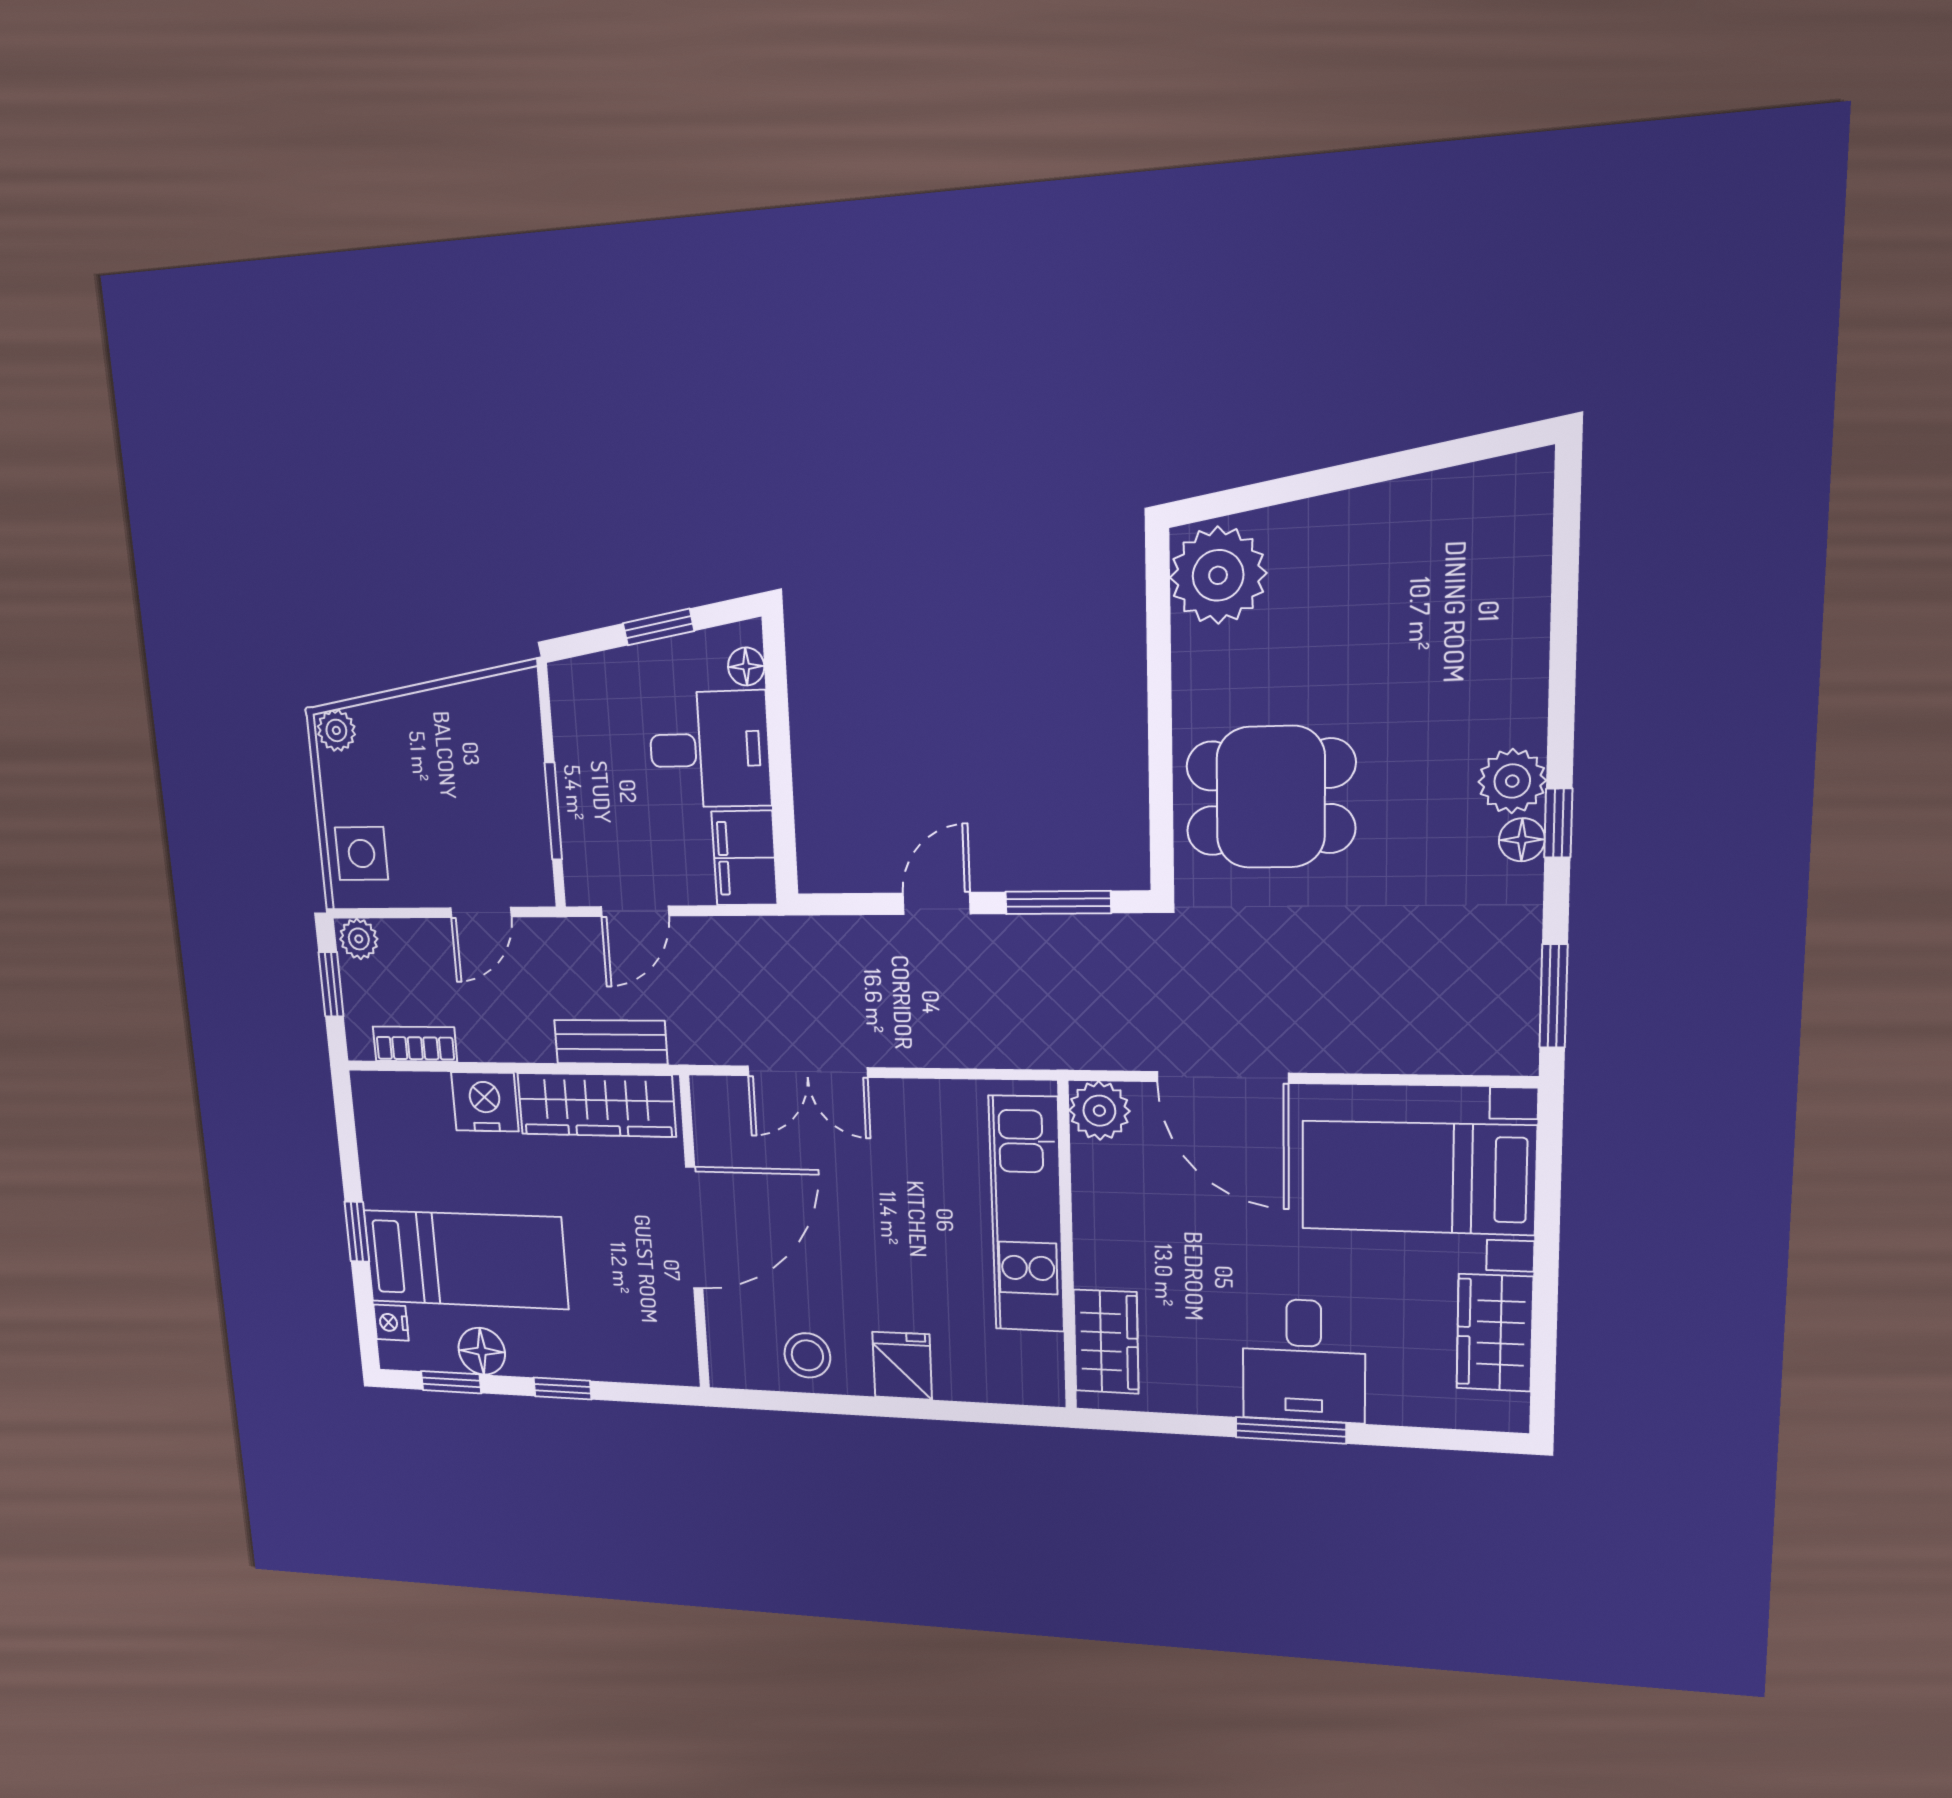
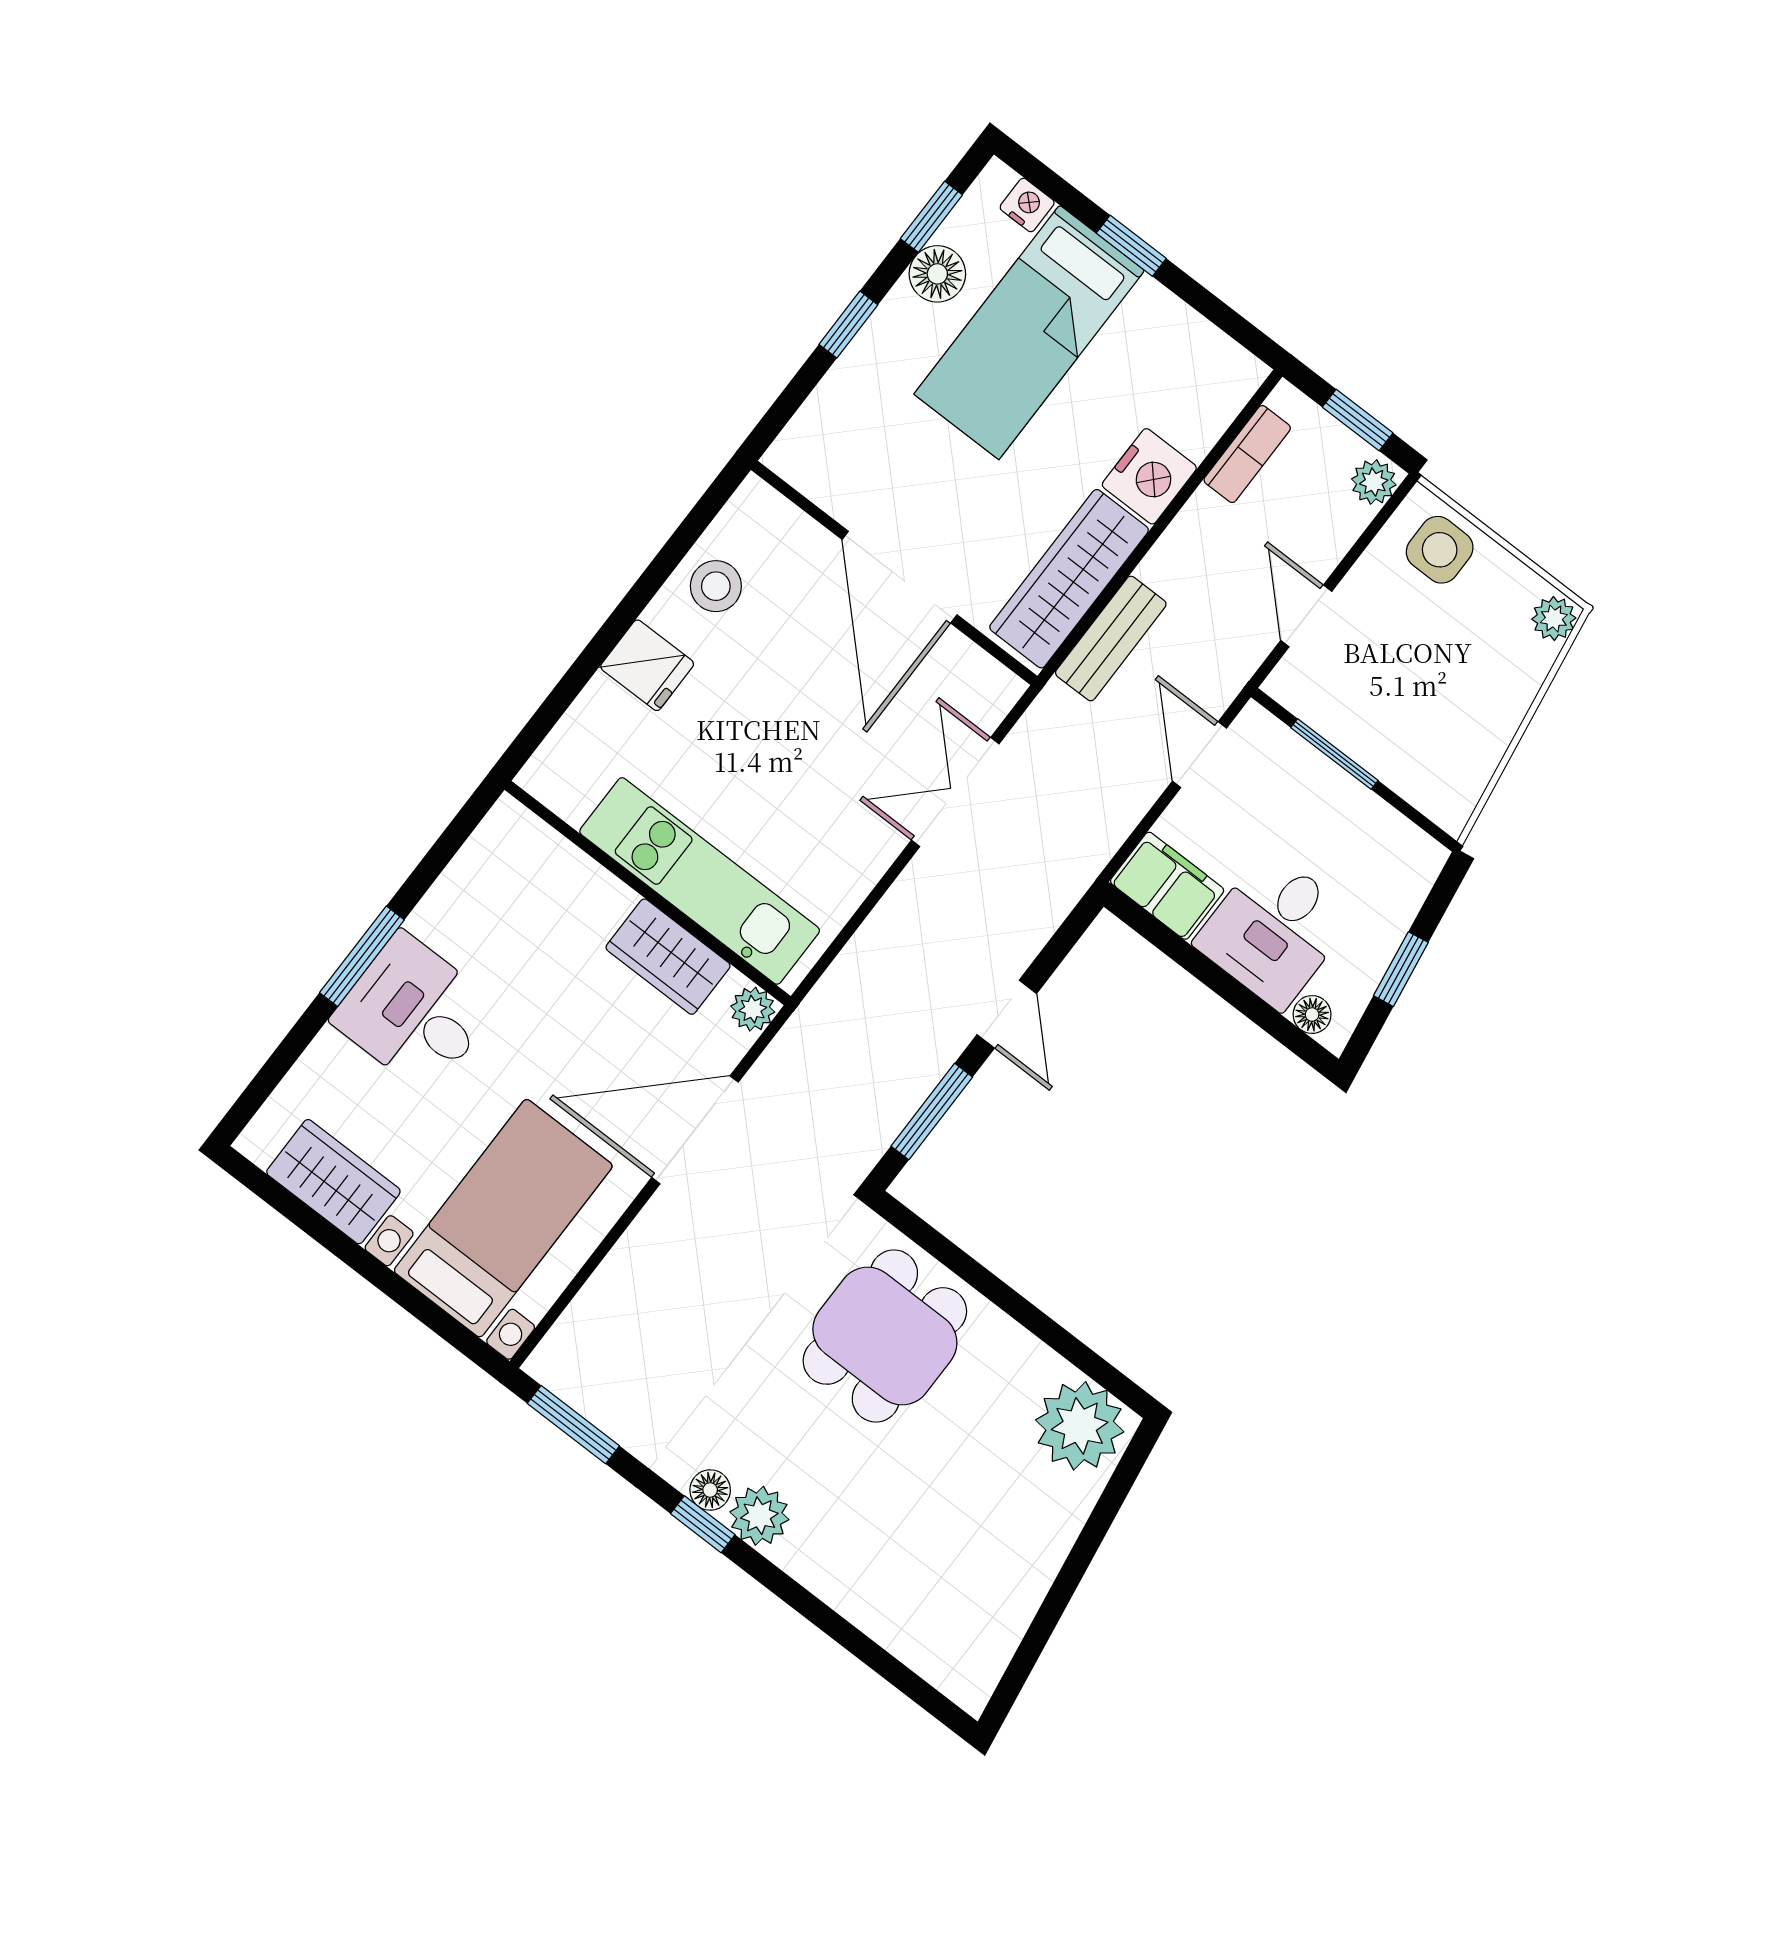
plant: (1099, 1111) -> (753, 1009), width x0.73, depth x0.73
wardrobe: (1106, 1342) -> (668, 957), moved

